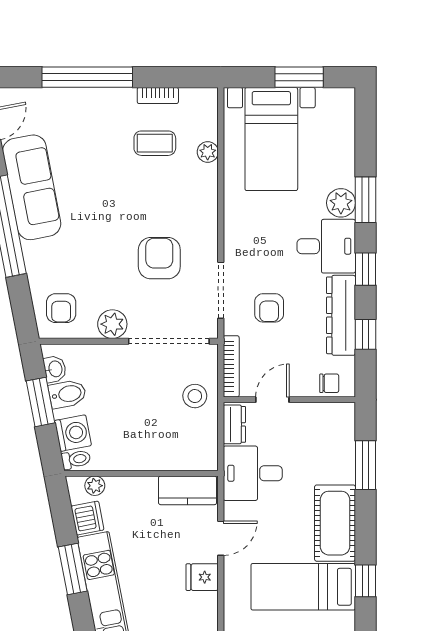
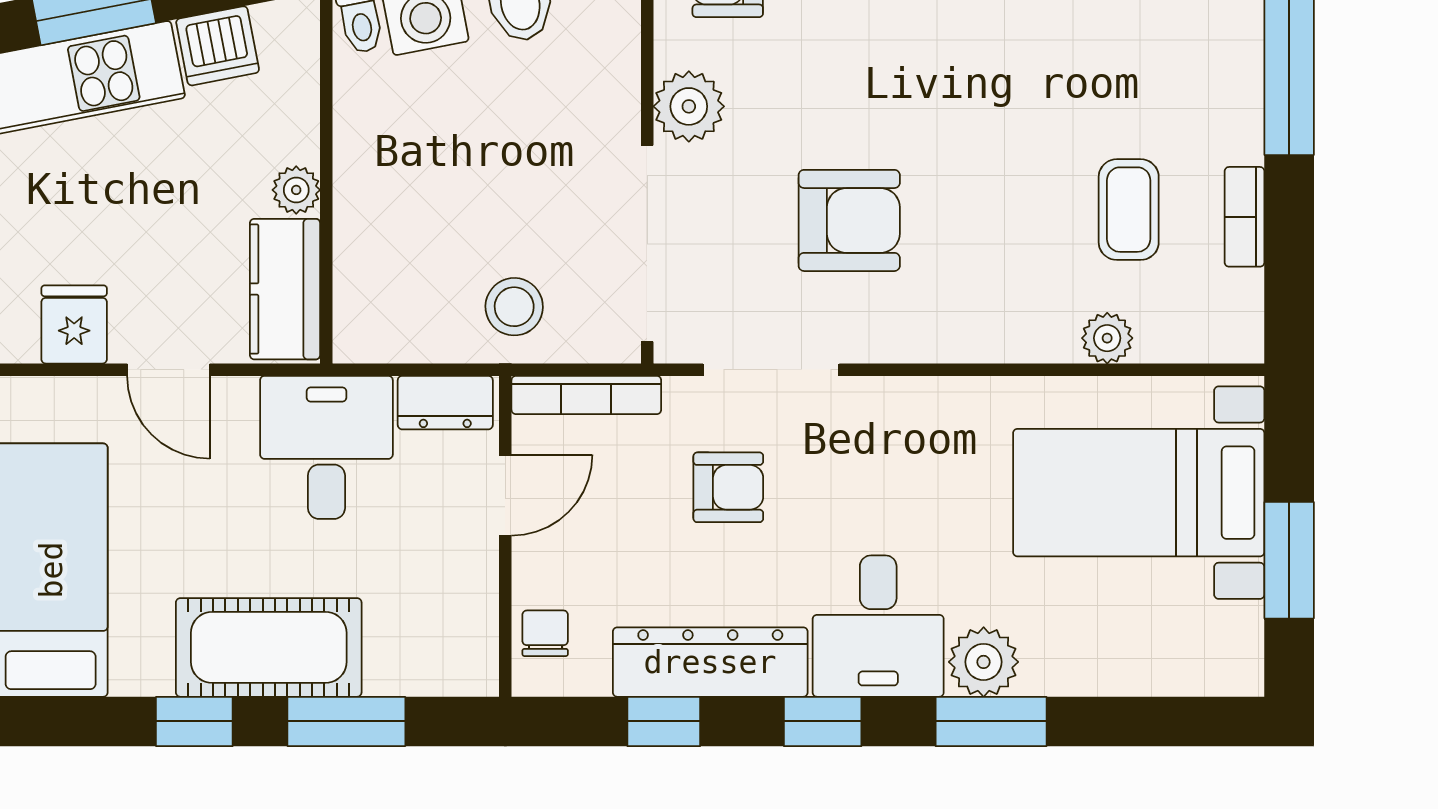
armchair: (269, 308) -> (728, 487), turned 180
chair: (329, 383) -> (545, 633), turned 180
door: (272, 400) -> (505, 495), hinge flipped
plant: (95, 486) -> (296, 190), moved
cot: (335, 523) -> (269, 647), moved
window: (365, 581) -> (194, 721), moved

